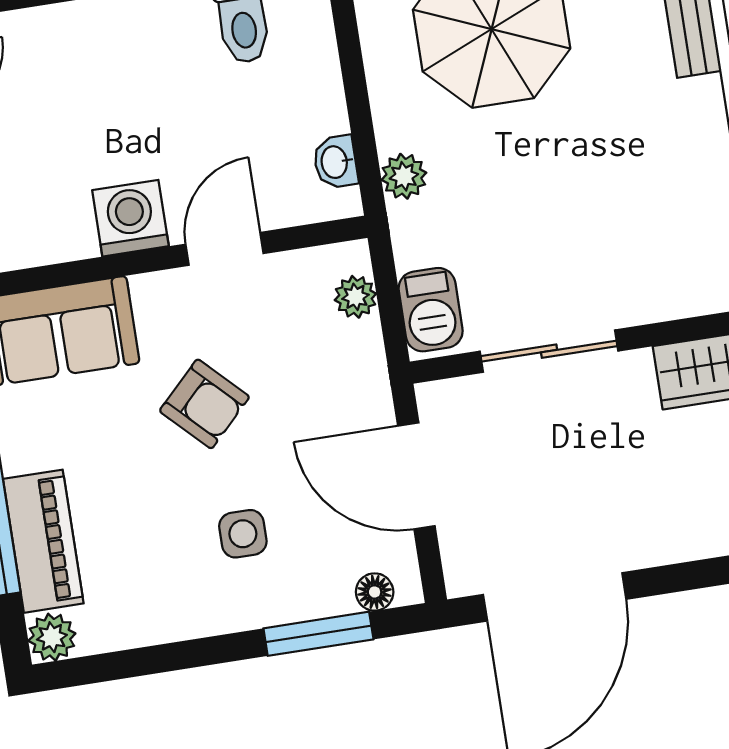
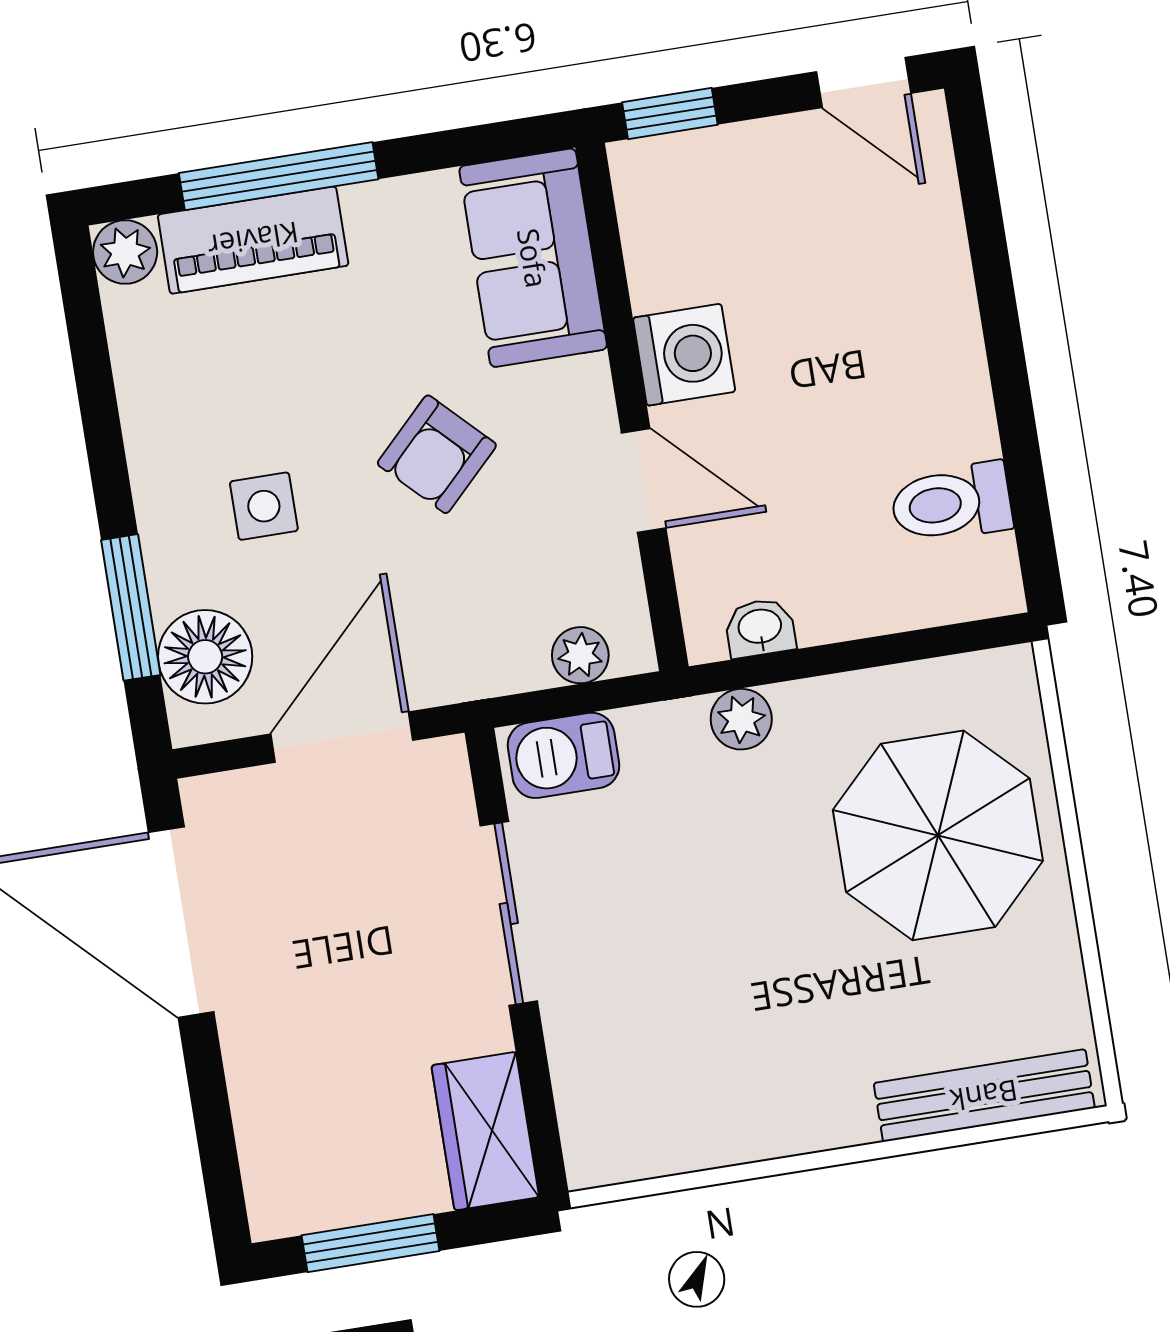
floor lamp: (375, 592) -> (205, 657), width x1.89, depth x1.89

